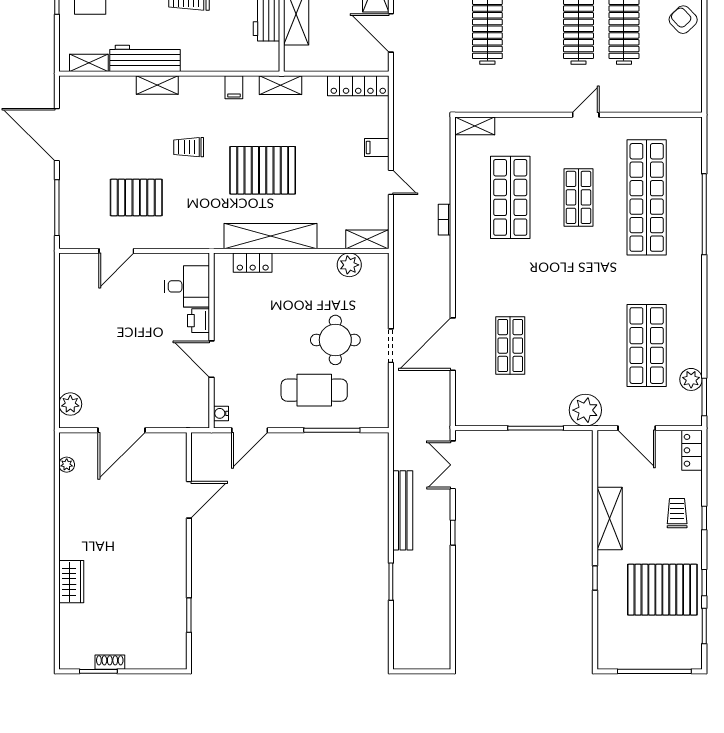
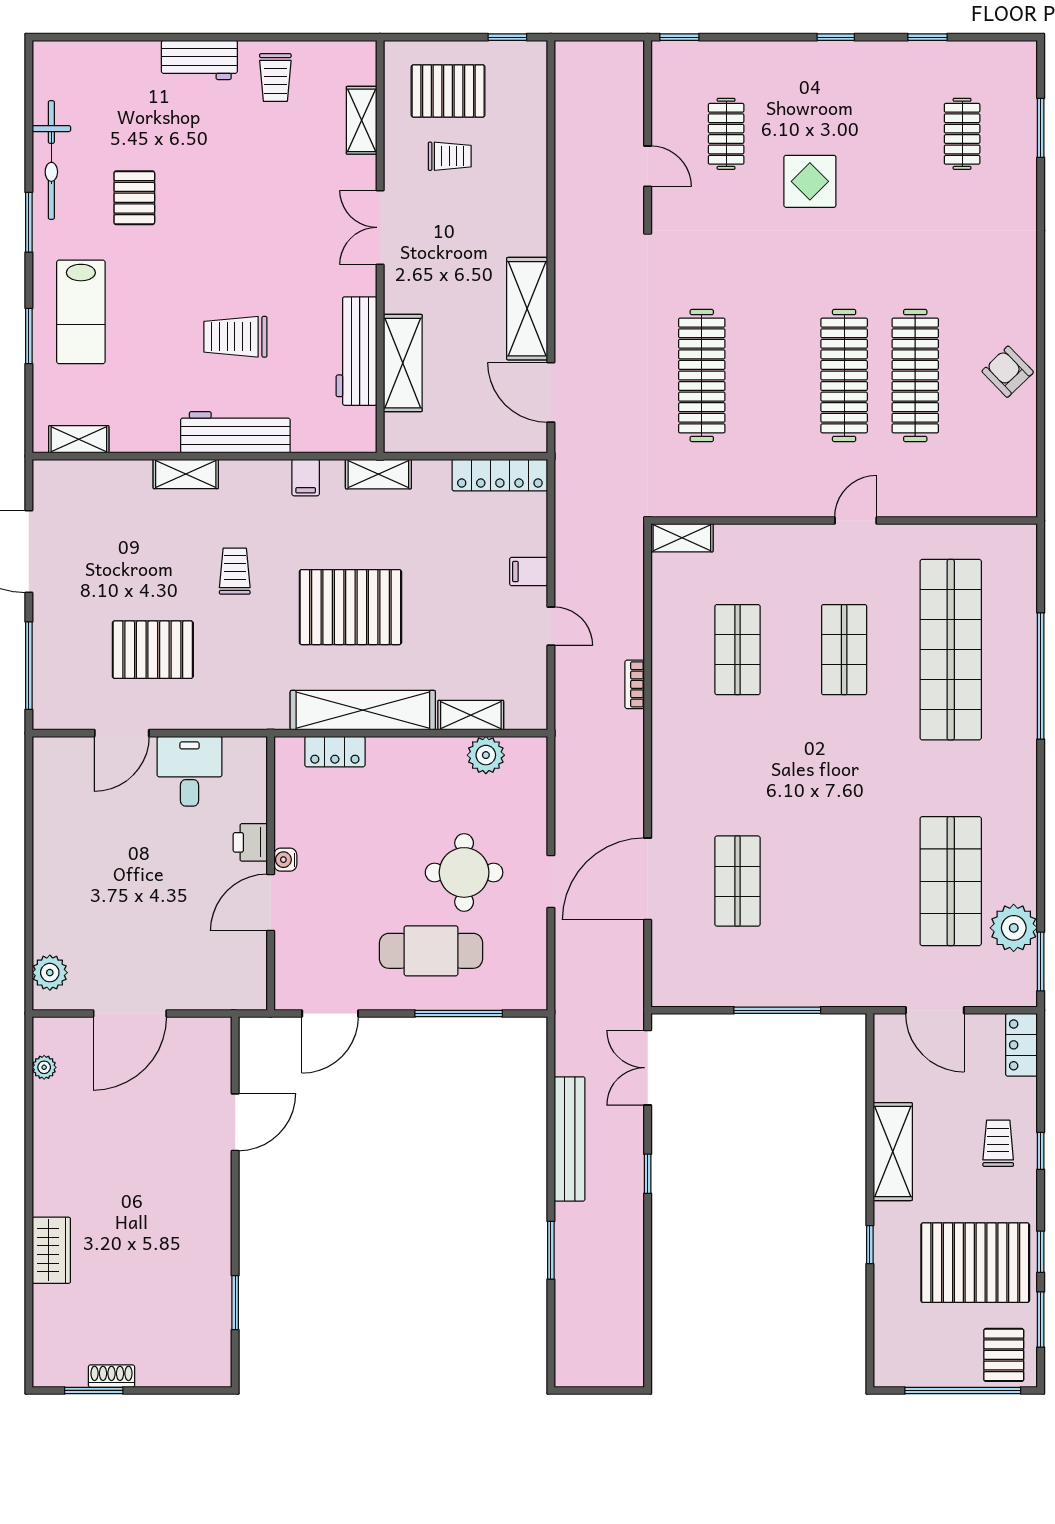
workbench: (145, 58) -> (235, 432), moved
trolley: (189, 147) -> (235, 571), turned 90
shop shelf: (510, 197) -> (737, 650), width x0.70, depth x0.74
shelving: (367, 239) -> (471, 715), moved
desk: (187, 286) -> (190, 771), moved, turned -90
door: (212, 359) -> (271, 902), hinge flipped
plant: (691, 379) -> (1014, 928), width x1.36, depth x1.36
plant: (585, 410) -> (855, 982), removed
water cooler: (221, 413) -> (285, 860), moved
pallet: (681, 649) -> (1004, 1355), added

